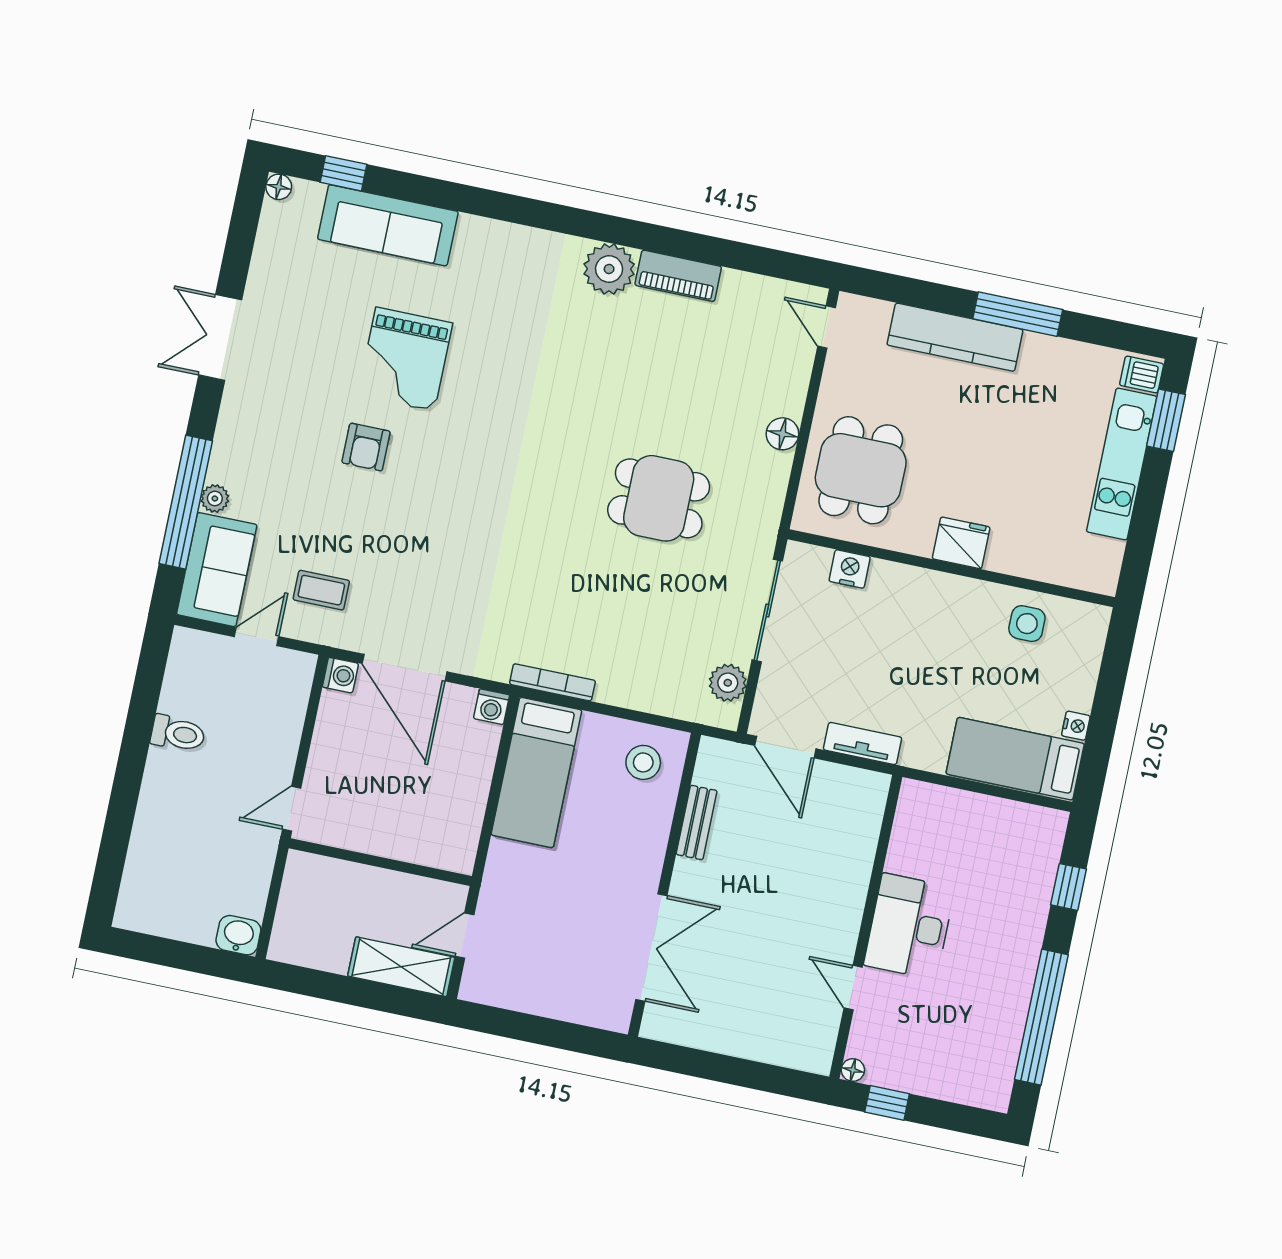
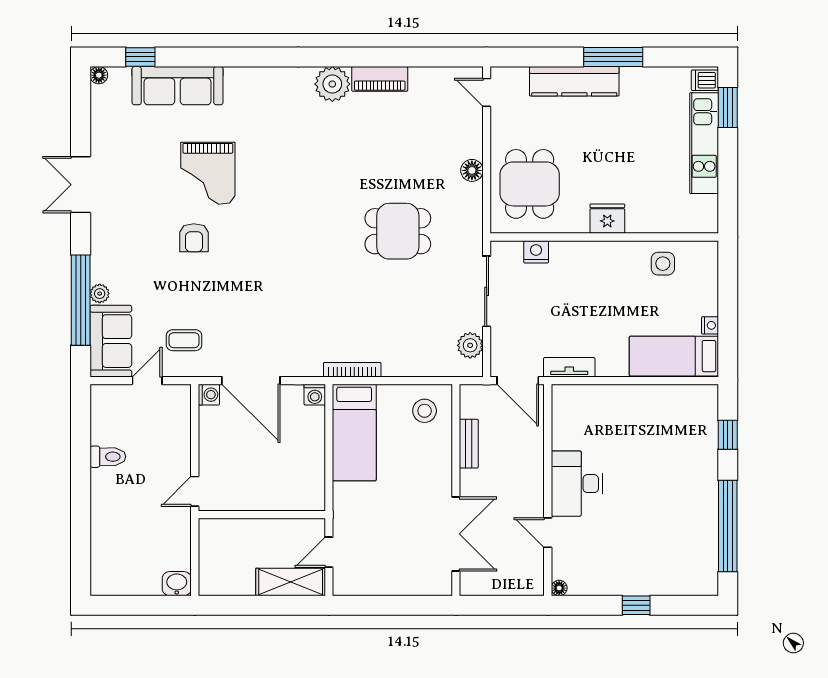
desk: (909, 926) -> (577, 484), moved
wall: (866, 927) -> (548, 490), moved
door: (853, 988) -> (548, 533), moved
floor lamp: (853, 1070) -> (559, 588), moved

